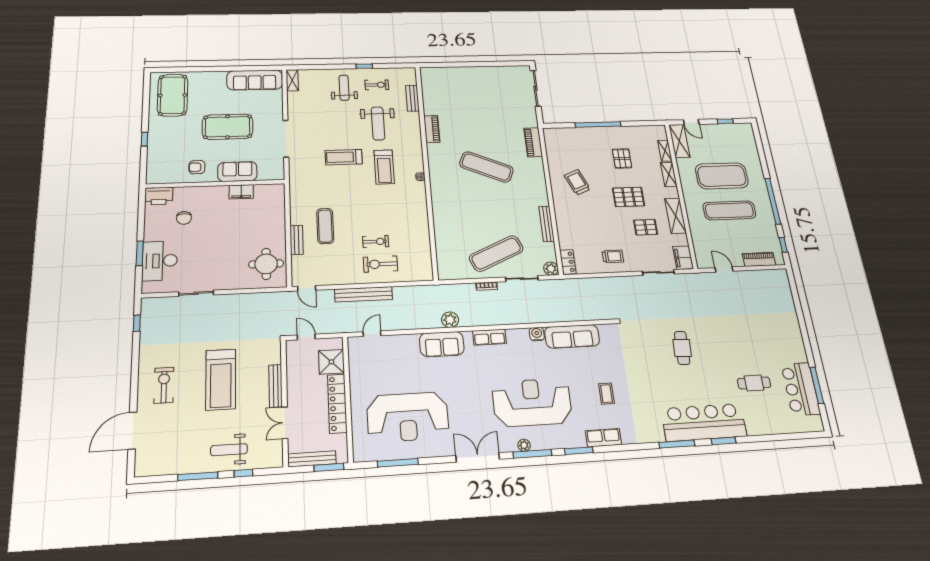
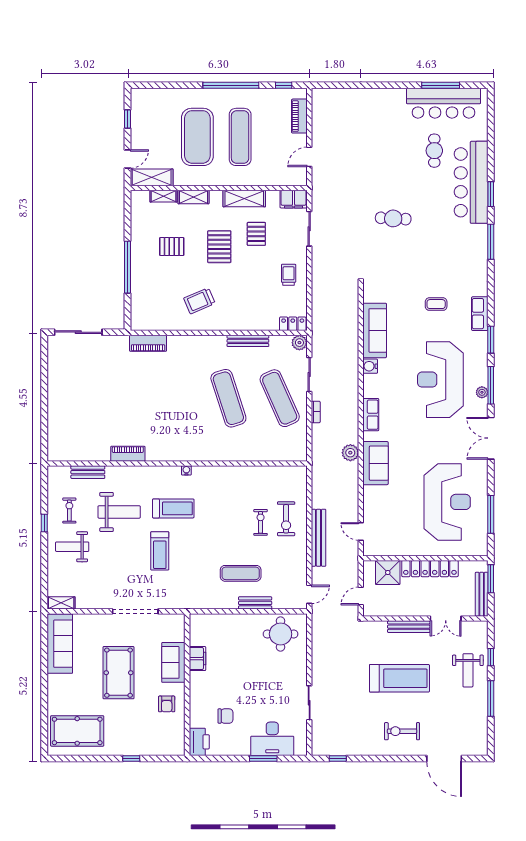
exercise mat: (486, 167) -> (228, 398), moved, turned -42
bar counter: (801, 389) -> (443, 103), width x1.36
bar counter: (704, 422) -> (471, 182), moved

